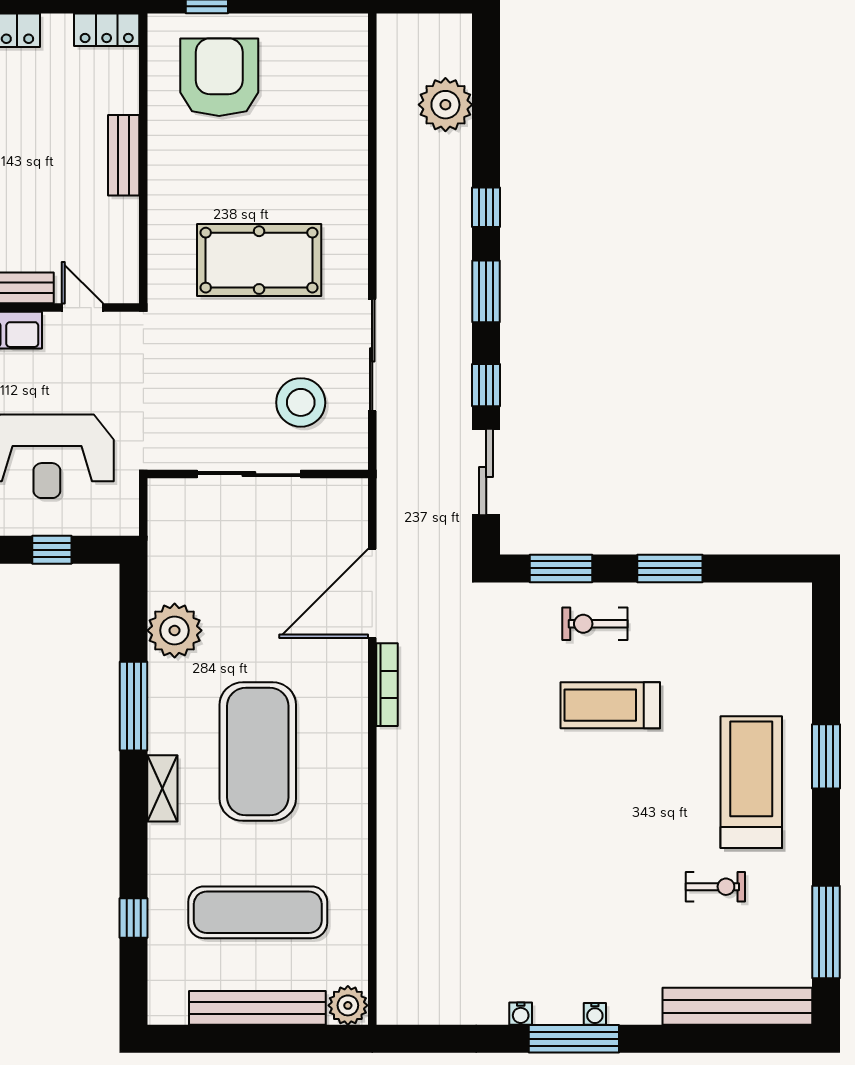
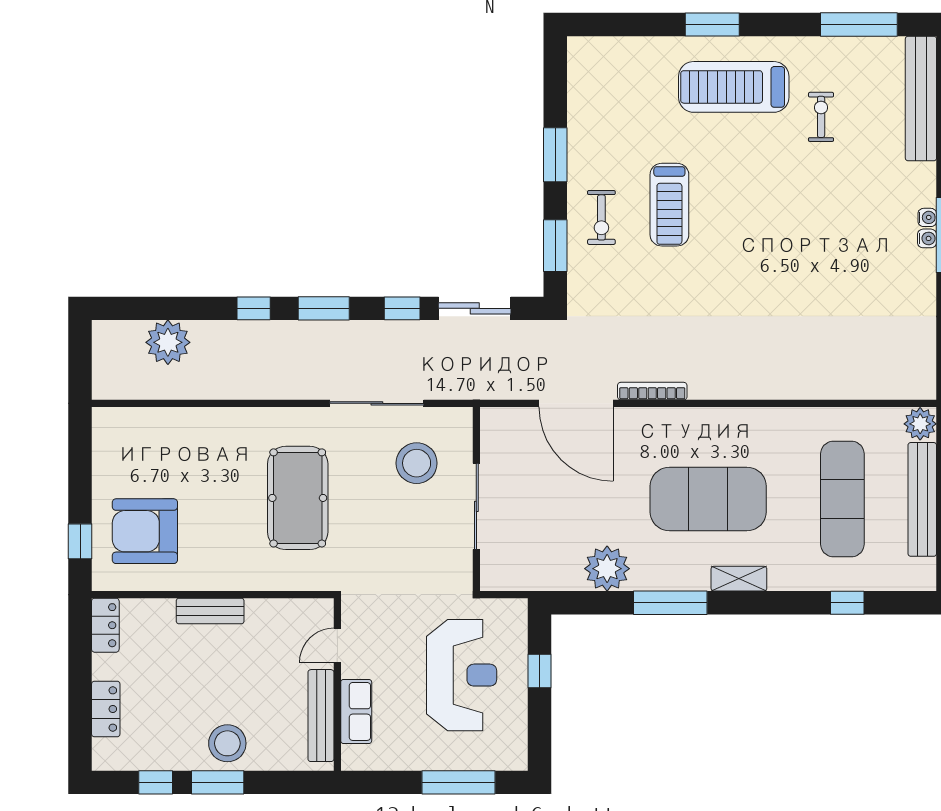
water cooler: (521, 1014) -> (927, 238), moved

